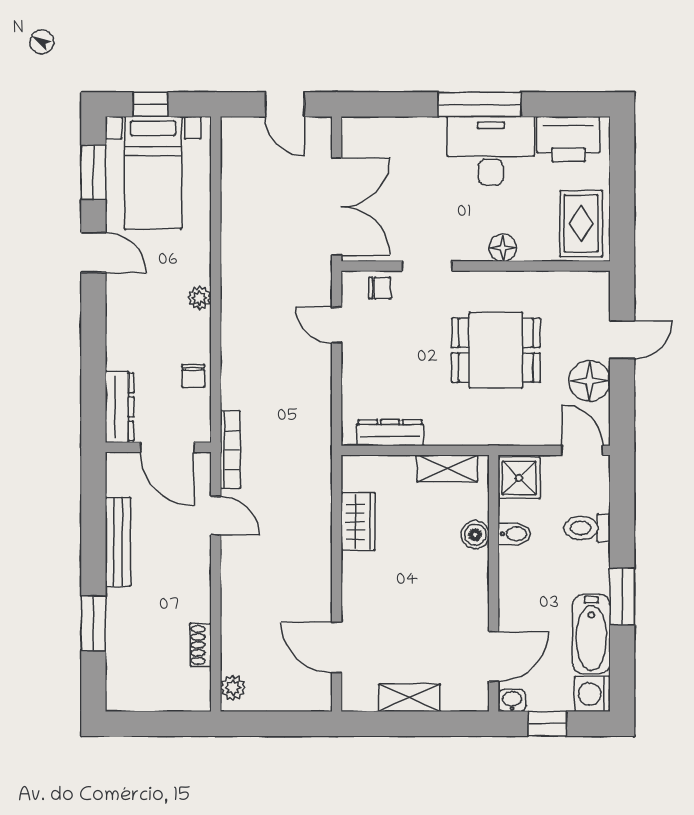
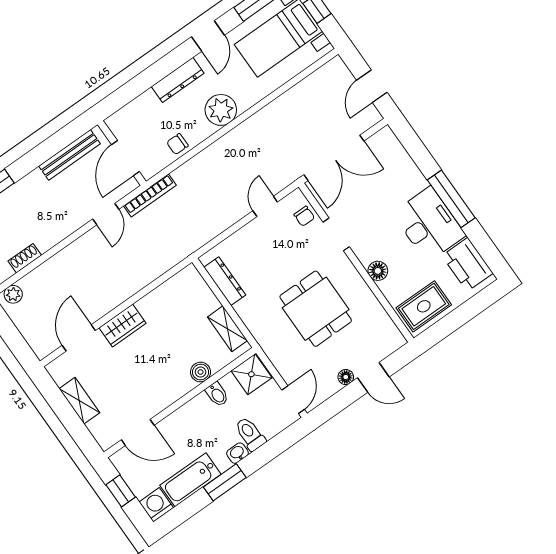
plant: (199, 298) -> (221, 110), width x1.88, depth x1.88
floor lamp: (590, 381) -> (346, 377), width x0.53, depth x0.53
dresser: (120, 407) -> (178, 80), moved
wardrobe: (358, 521) -> (122, 326), moved
bench: (118, 542) -> (70, 155), moved
washbasin: (512, 700) -> (237, 453), moved, turned -90

